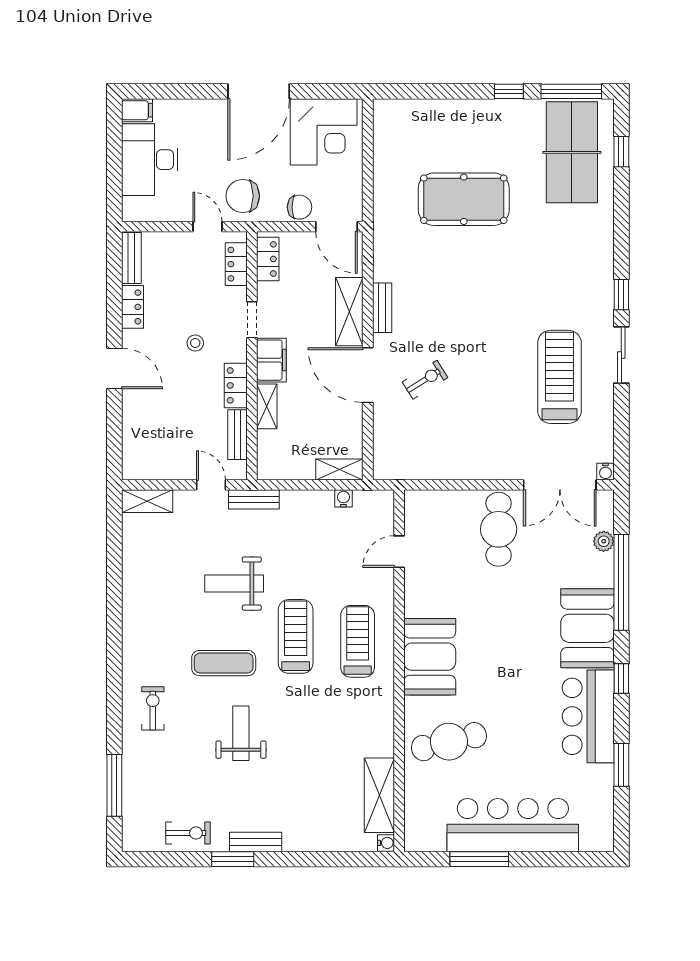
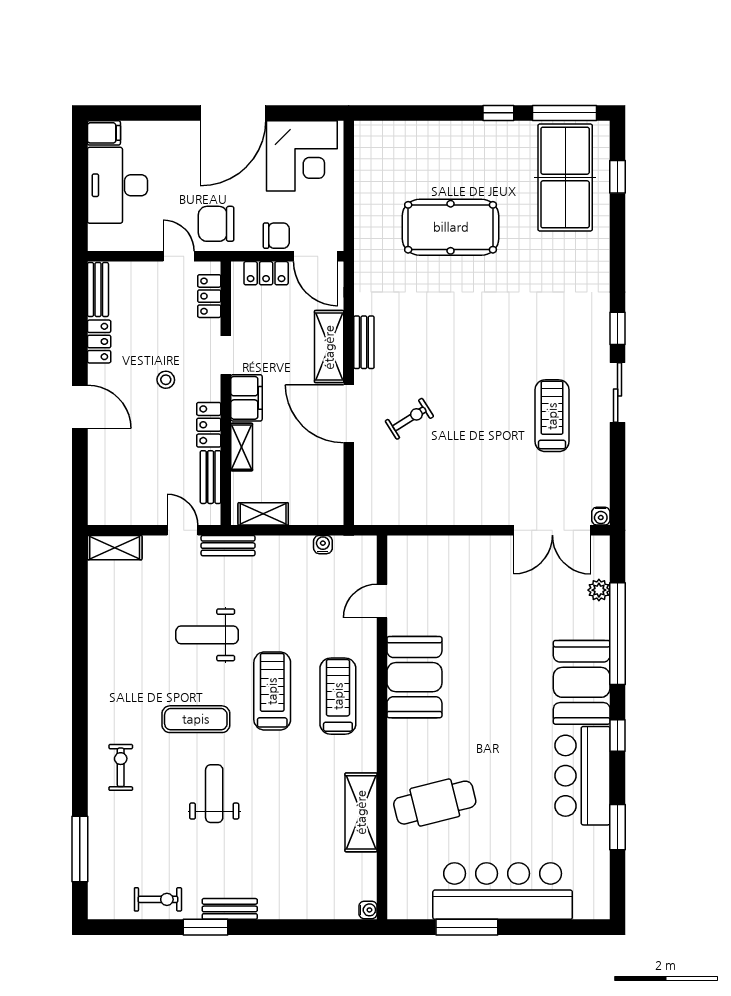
locker: (268, 259) -> (266, 273), moved, turned 90
treadmill: (559, 377) -> (552, 416), width x0.73, depth x0.73
shelving: (339, 469) -> (263, 514), moved
cafe table: (499, 529) -> (487, 577), removed
booth: (430, 657) -> (414, 677), moved
shelving: (379, 795) -> (361, 812), moved

